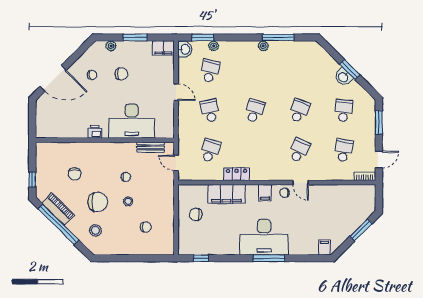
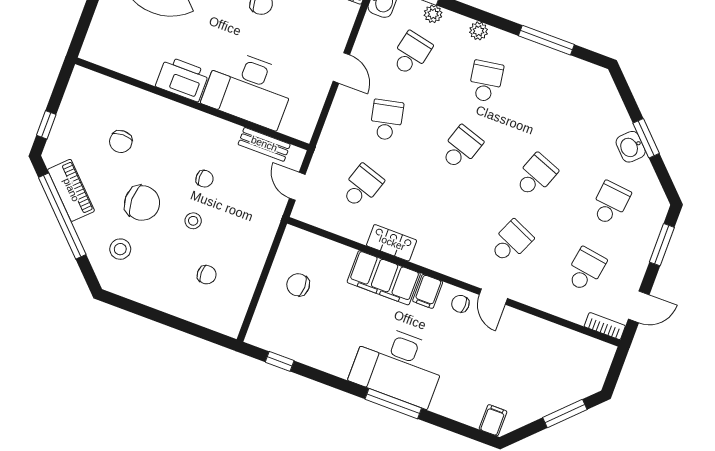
plant: (263, 46) -> (479, 31), moved
school desk: (255, 71) -> (486, 81), added
printer: (95, 132) -> (182, 79), width x1.87, depth x1.48
filing cabinet: (226, 194) -> (384, 278), moved

